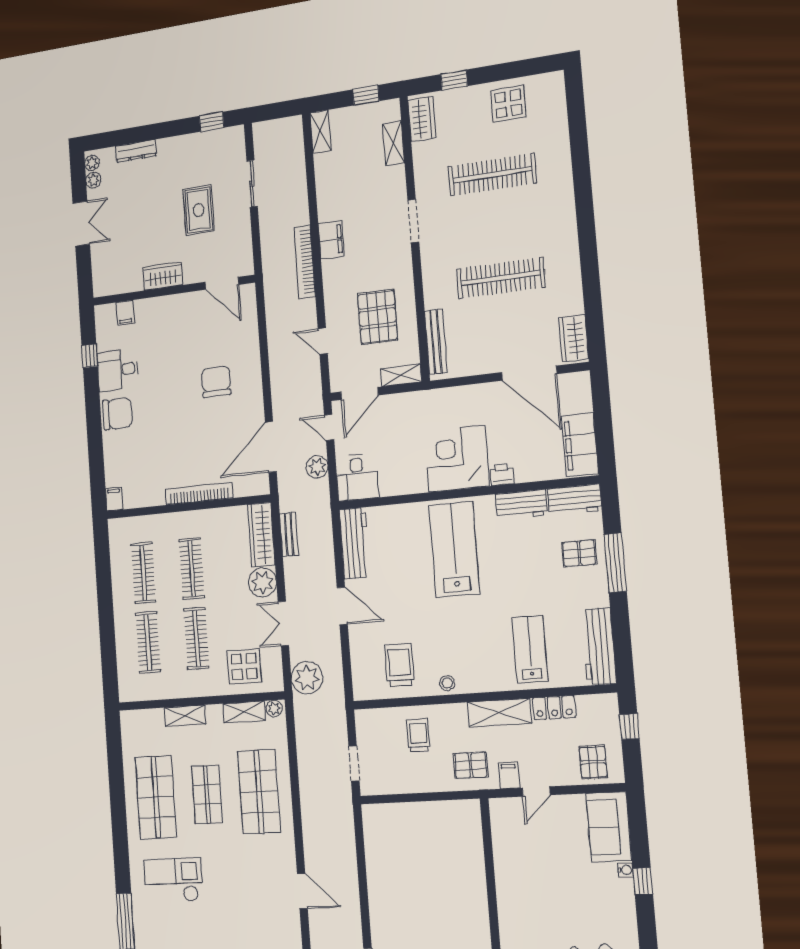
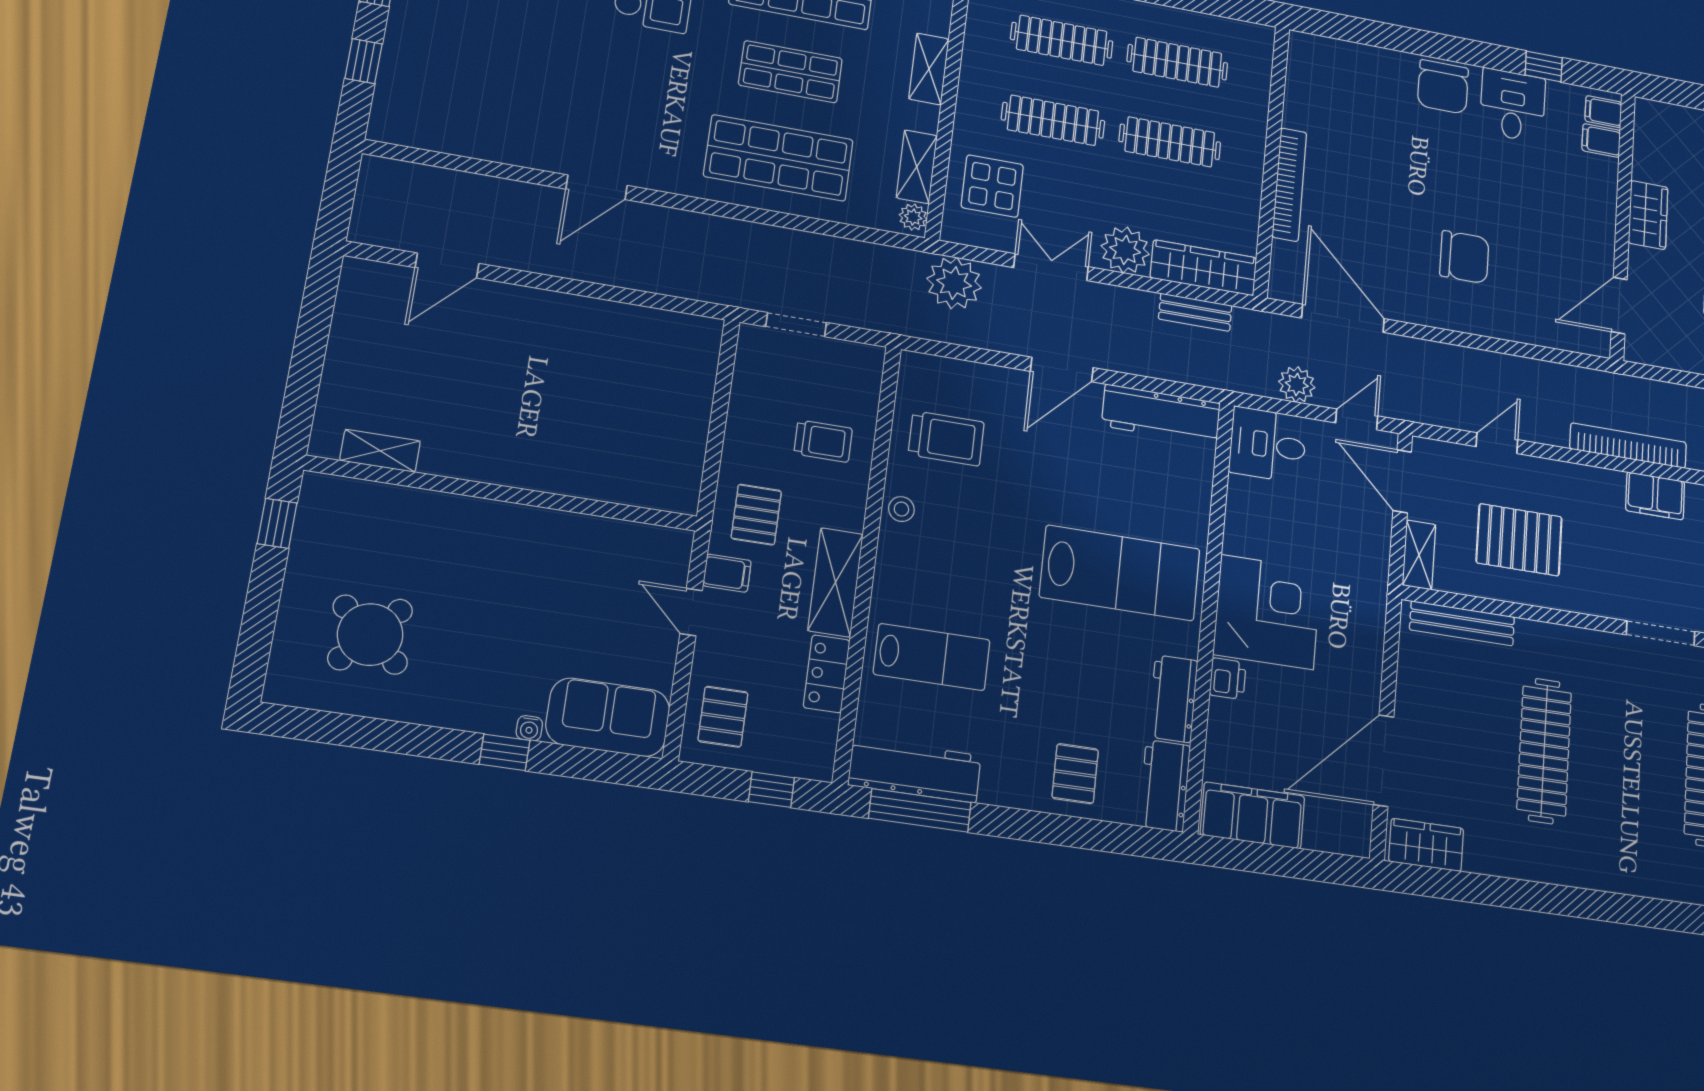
filing cabinet: (114, 499) -> (1603, 112), moved, turned 180
window: (615, 563) -> (920, 810), moved
pallet: (593, 762) -> (723, 717), turned 90

